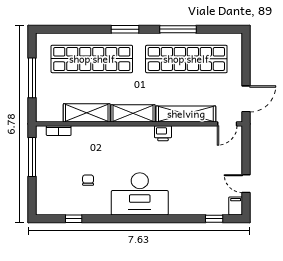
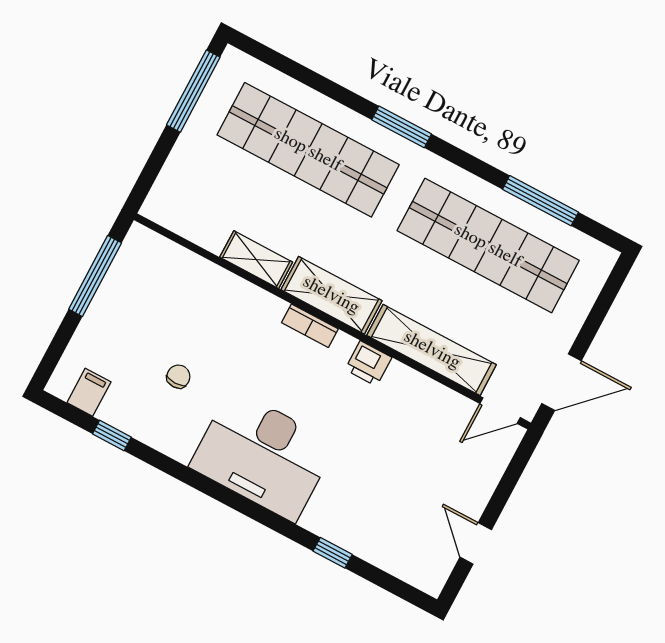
window: (178, 29) -> (540, 201), moved
window: (32, 78) -> (193, 91), moved
shelving: (87, 113) -> (256, 260), width x0.67, depth x0.75
bookcase: (59, 131) -> (310, 326), moved
filing cabinet: (236, 206) -> (89, 392), moved
window: (214, 219) -> (333, 553), moved

